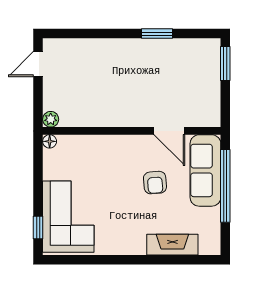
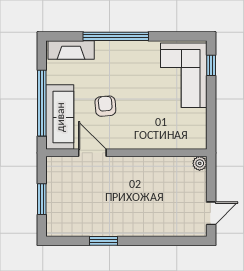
window: (225, 64) -> (42, 199), moved
floor lamp: (50, 141) -> (201, 143), removed
fireplace: (172, 245) -> (71, 50), moved
window: (144, 260) -> (116, 36), added

